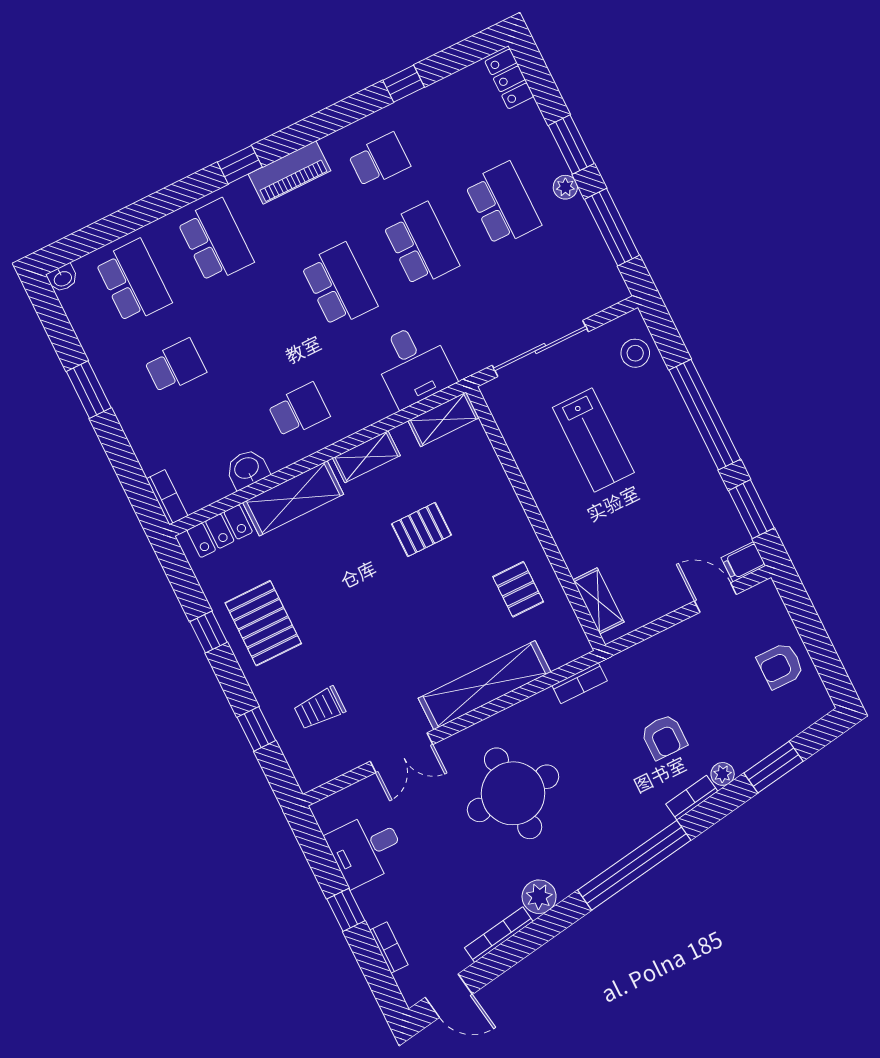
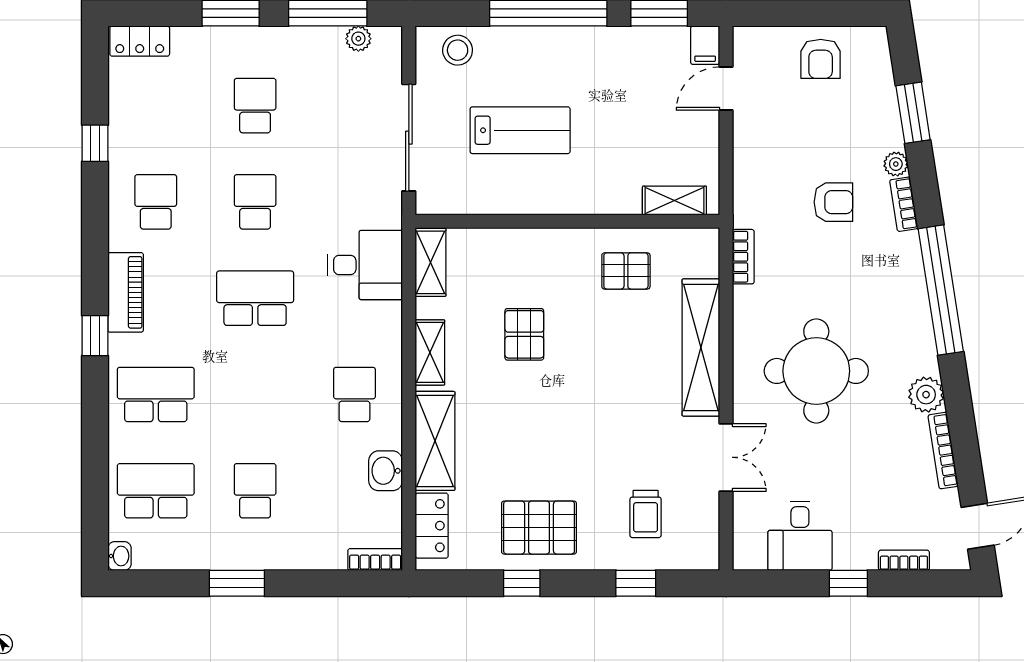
plant: (565, 187) -> (358, 39), moved
school desk: (503, 204) -> (255, 106), width x0.54
school desk: (421, 245) -> (255, 202), width x0.54

